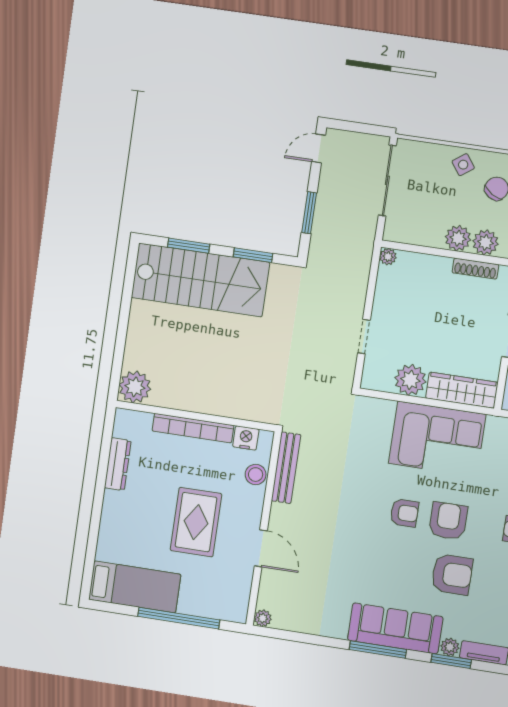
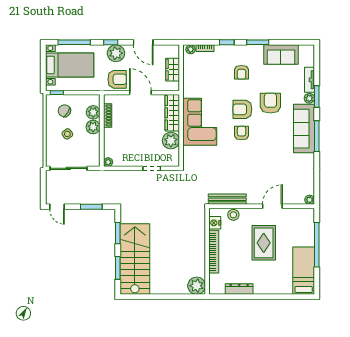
side table: (463, 165) -> (67, 134), moved
rug: (196, 522) -> (264, 243), turned 90

